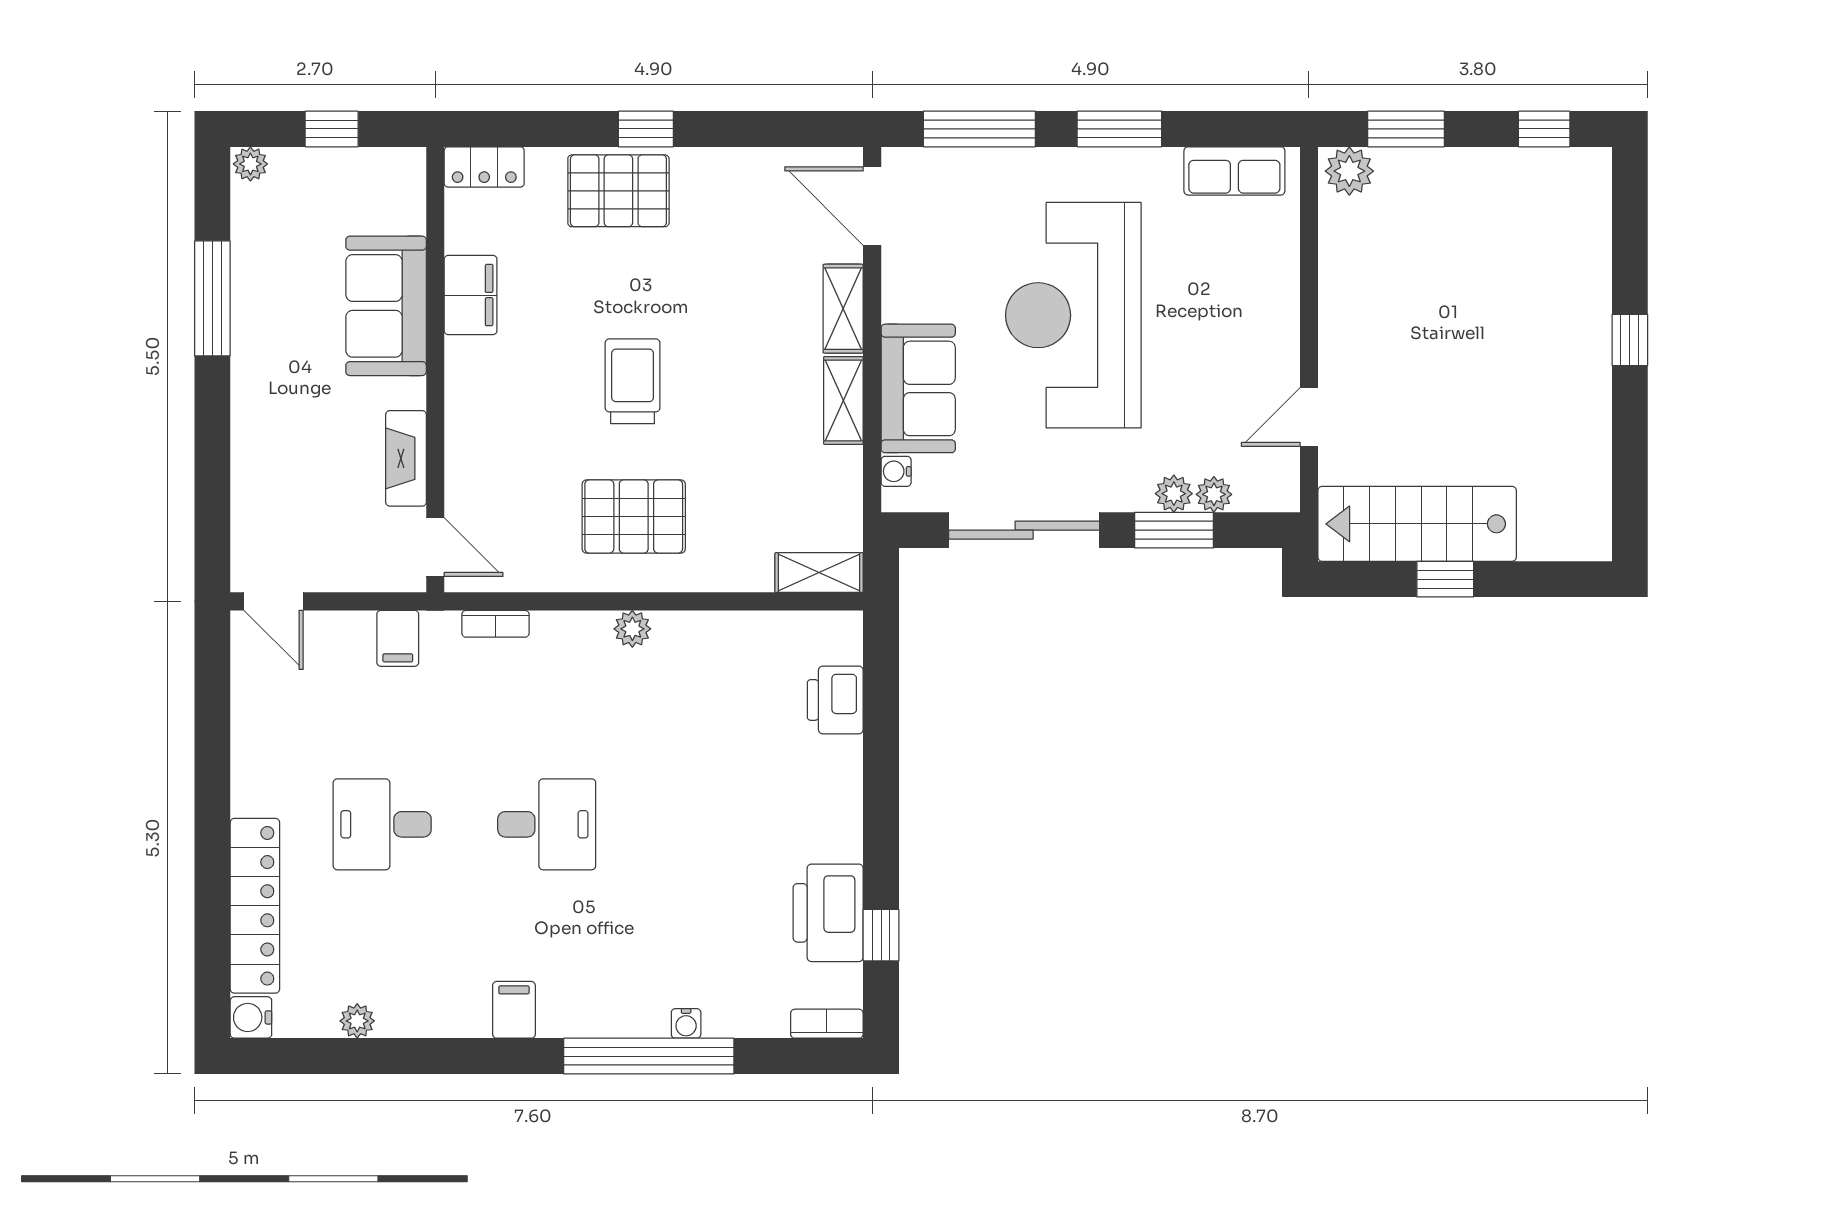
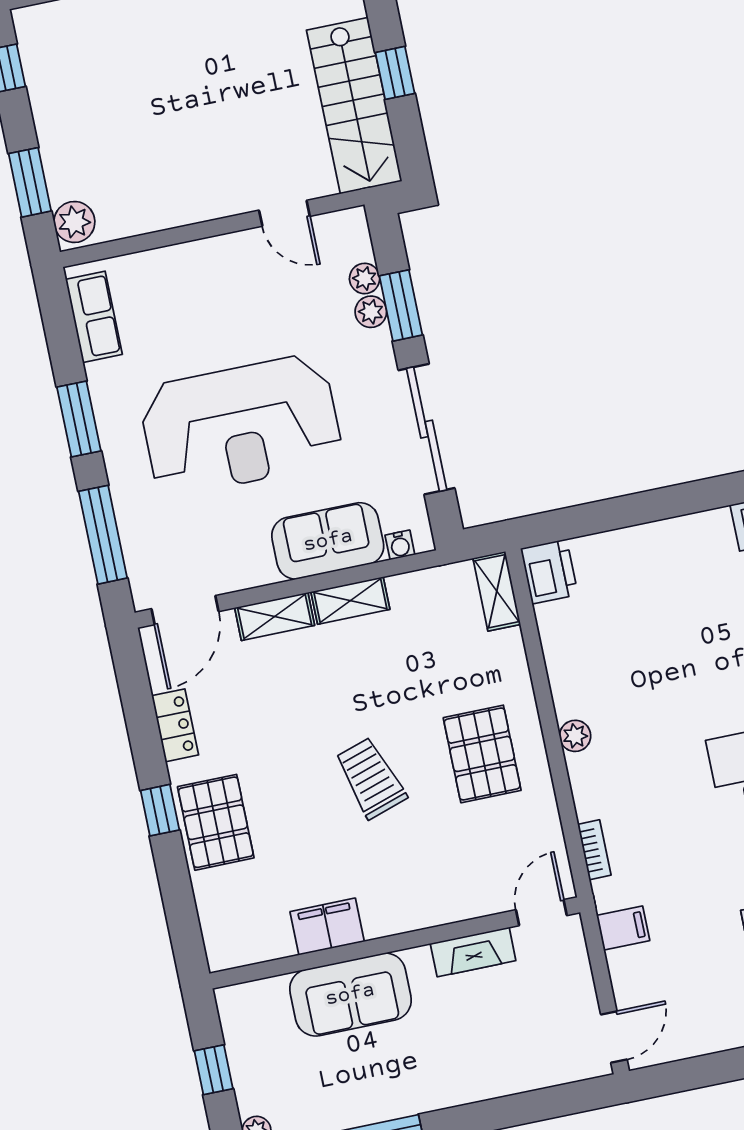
locker: (484, 167) -> (175, 725), moved
trolley: (633, 381) -> (371, 778), turned 72
printer: (835, 700) -> (549, 571), moved, turned -90

